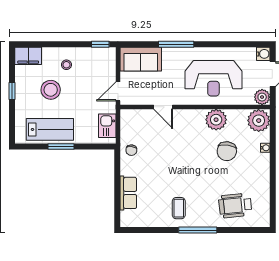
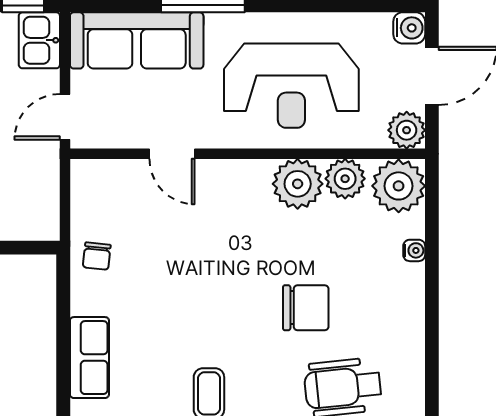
sofa: (141, 59) -> (137, 40), width x1.36
plant: (236, 118) -> (345, 179), added
kitchen sink: (107, 126) -> (39, 40), moved
chair: (227, 151) -> (306, 308), moved, turned -97

